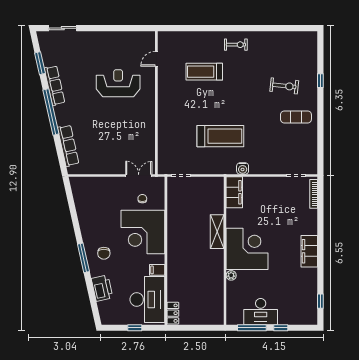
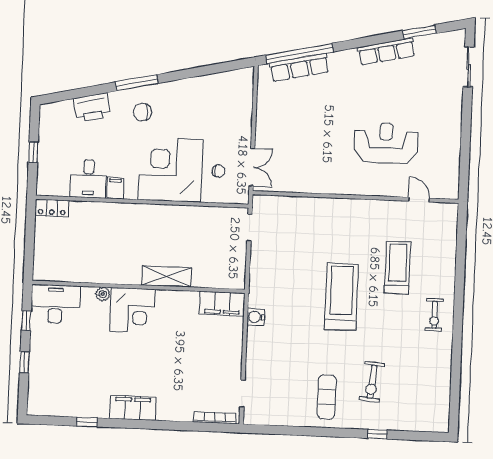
reception desk: (118, 83) -> (386, 143), turned -90
window: (51, 112) -> (300, 53), moved
treadmill: (220, 136) -> (341, 297), moved, turned 180
corner desk: (247, 249) -> (132, 310), width x0.74, depth x0.74
desk: (147, 299) -> (88, 179), width x0.53, depth x0.77
window: (320, 301) -> (87, 422), moved
desk: (261, 312) -> (55, 304), moved, turned 90
window: (252, 328) -> (26, 321), width x0.46

